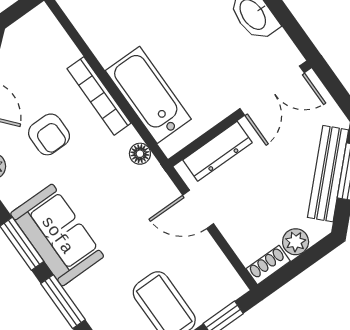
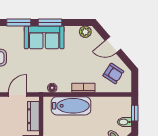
bookcase: (99, 96) -> (83, 88), width x0.64
armchair: (49, 134) -> (113, 73), moved, turned -147

